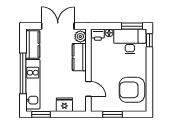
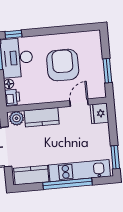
armchair: (132, 90) -> (63, 65), moved, turned 180
fridge: (64, 105) -> (99, 113), moved

